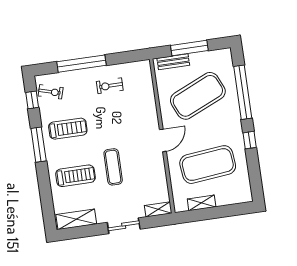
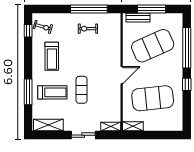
window: (81, 64) -> (89, 9), moved
treadmill: (68, 129) -> (52, 56), turned 90
window: (39, 145) -> (28, 92), moved
shelving: (202, 203) -> (133, 126), moved

